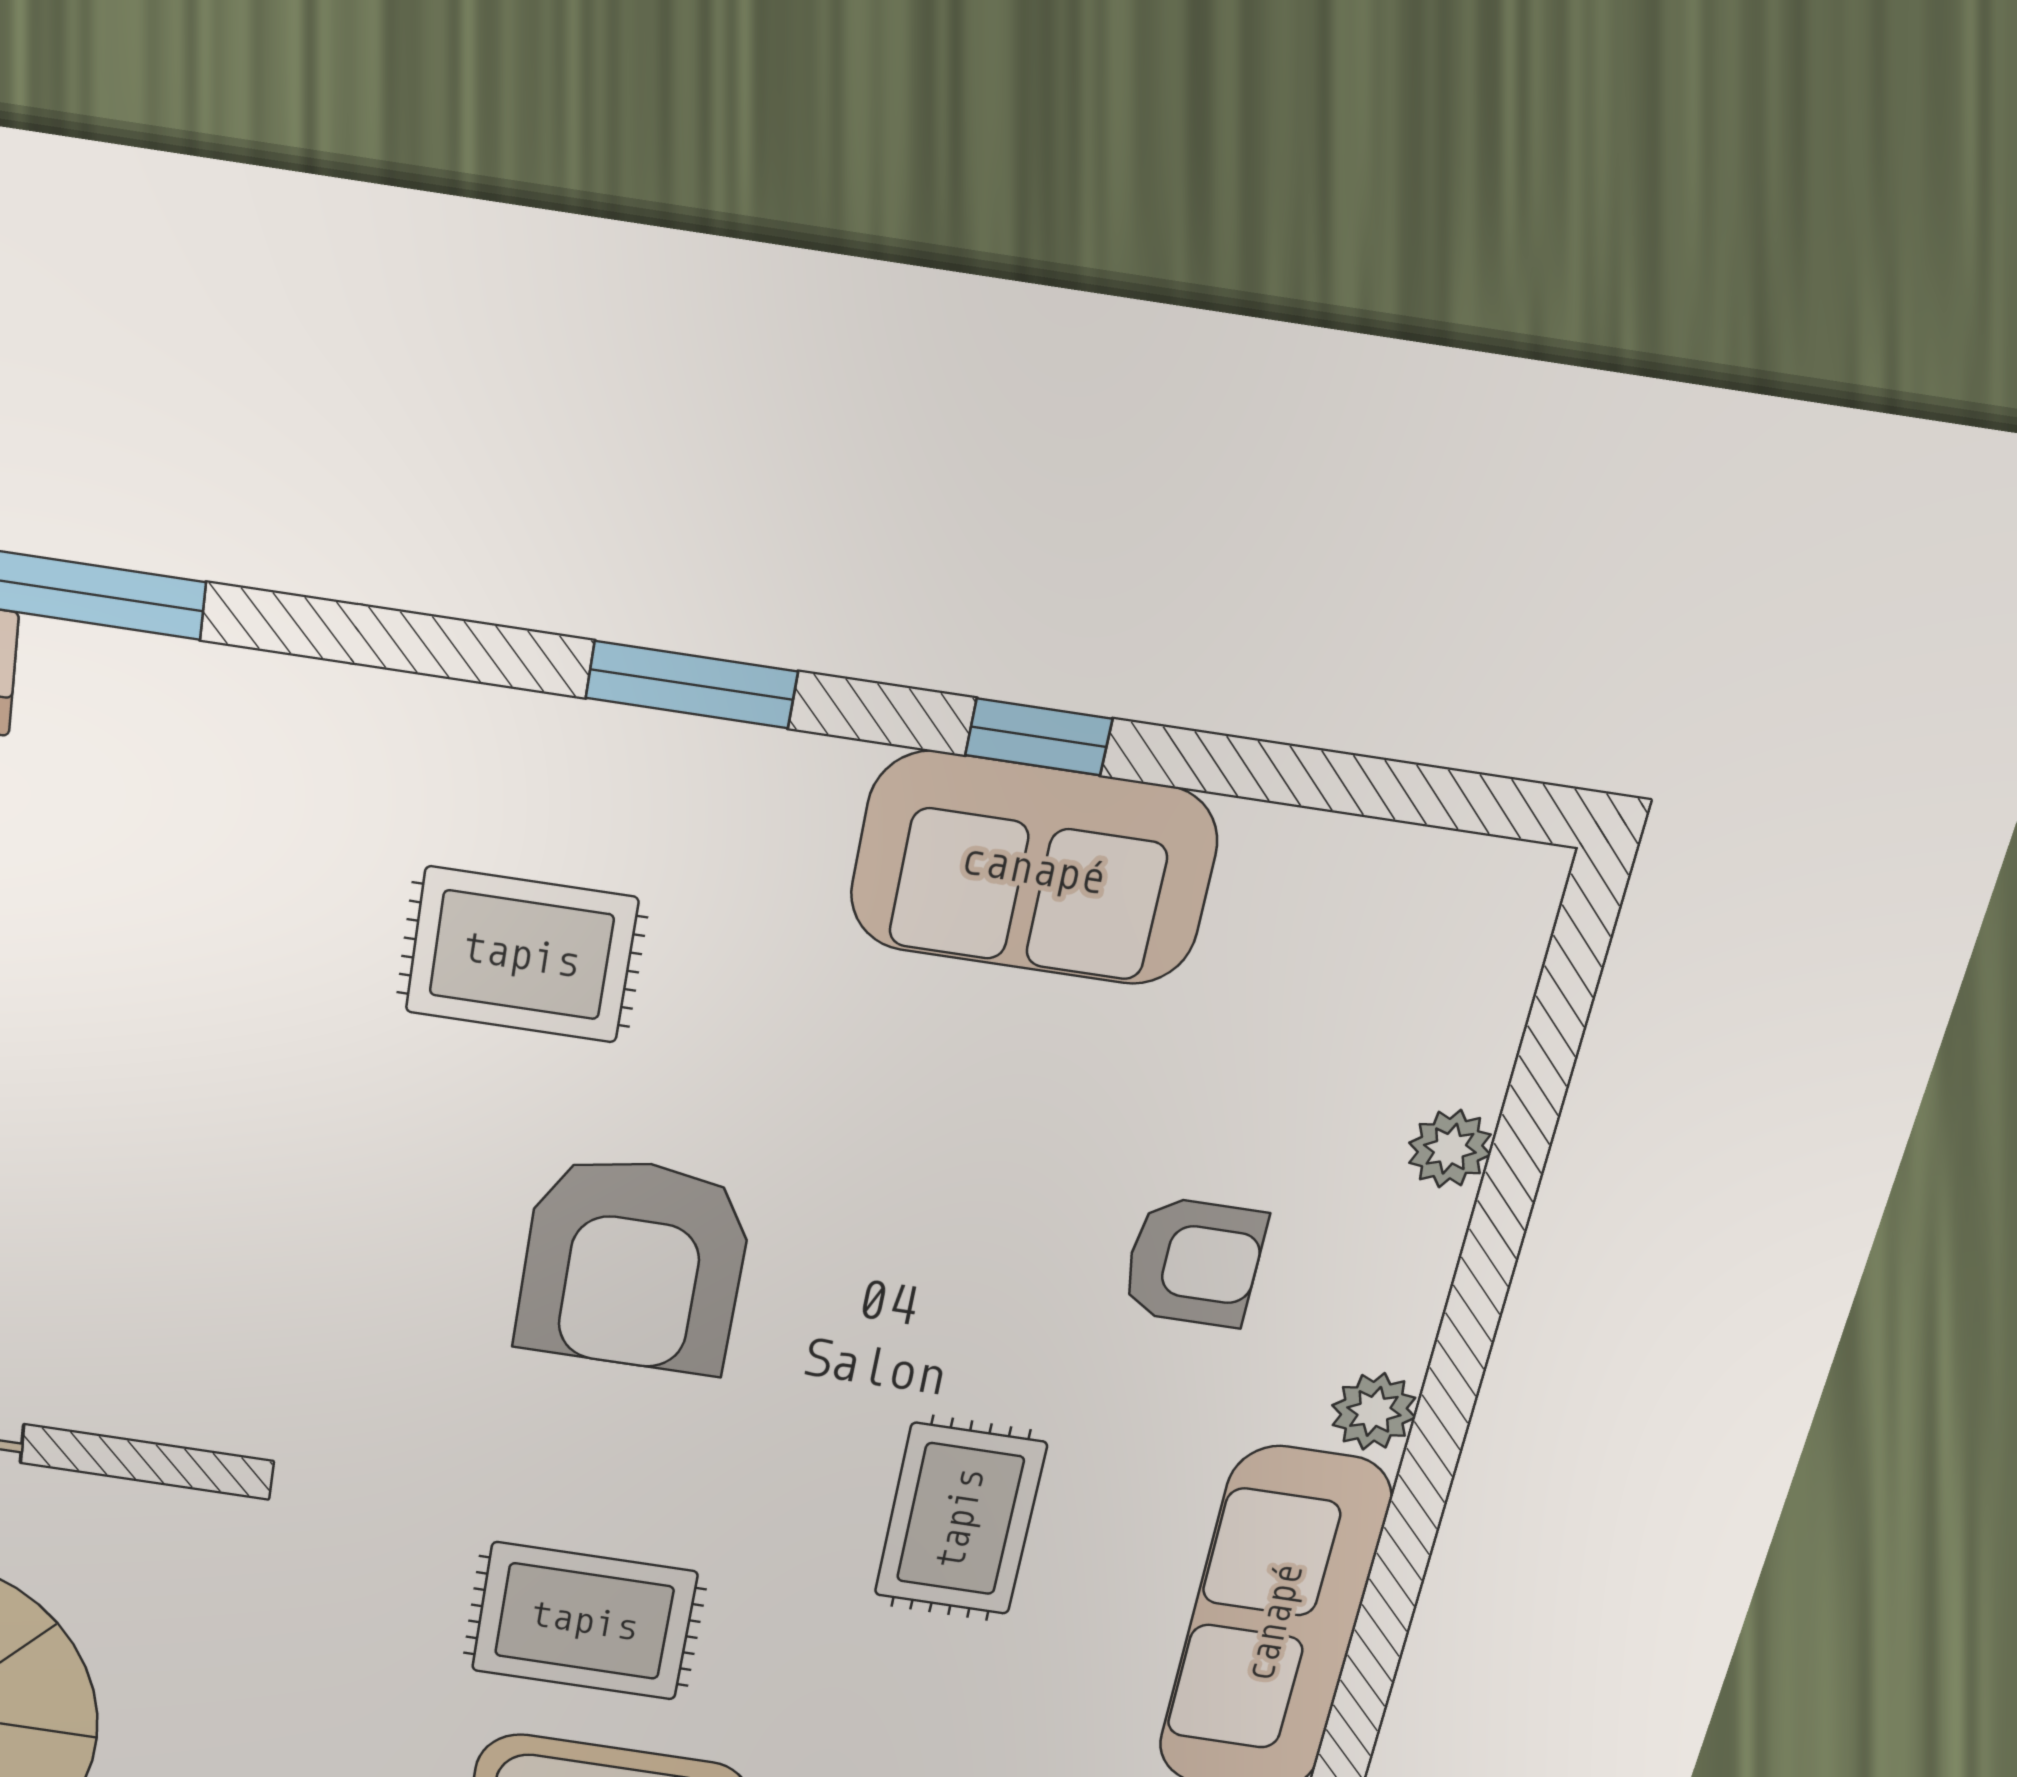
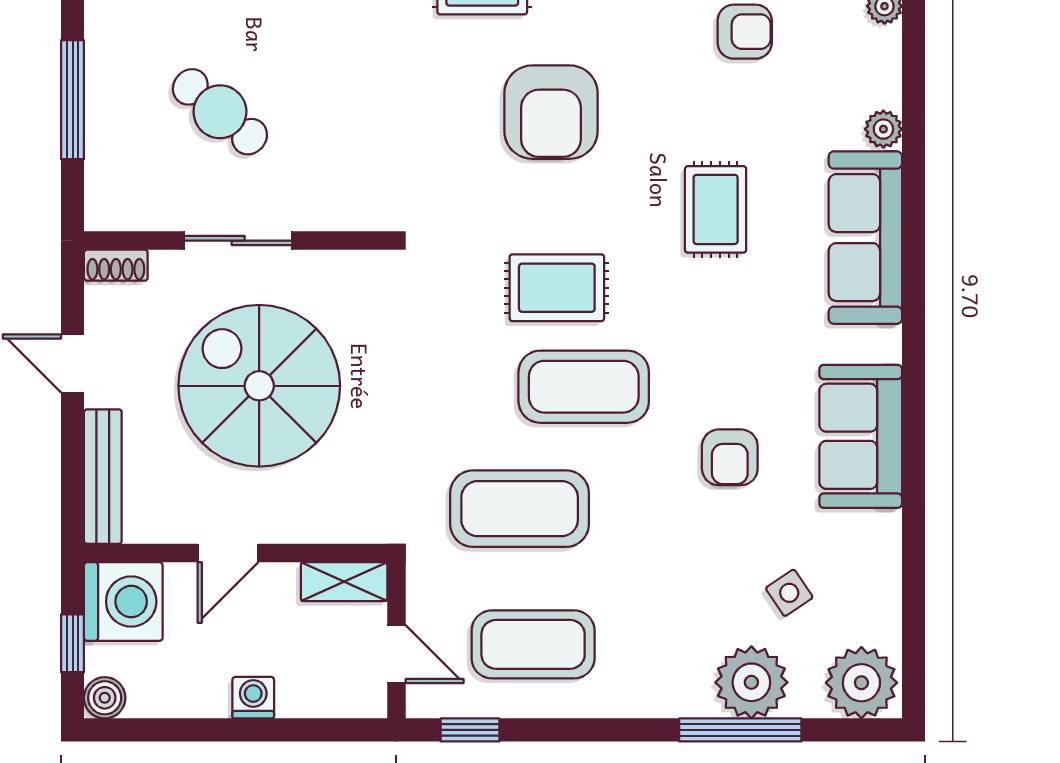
armchair: (1194, 1262) -> (745, 32), moved

